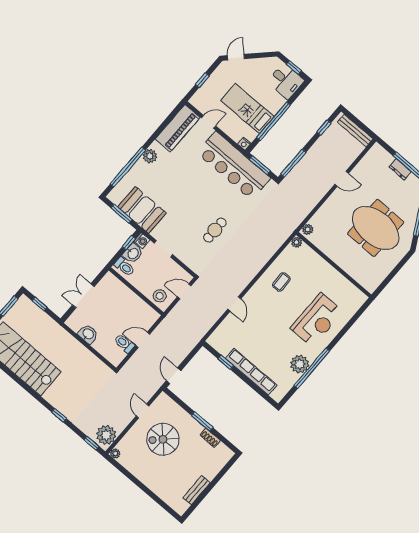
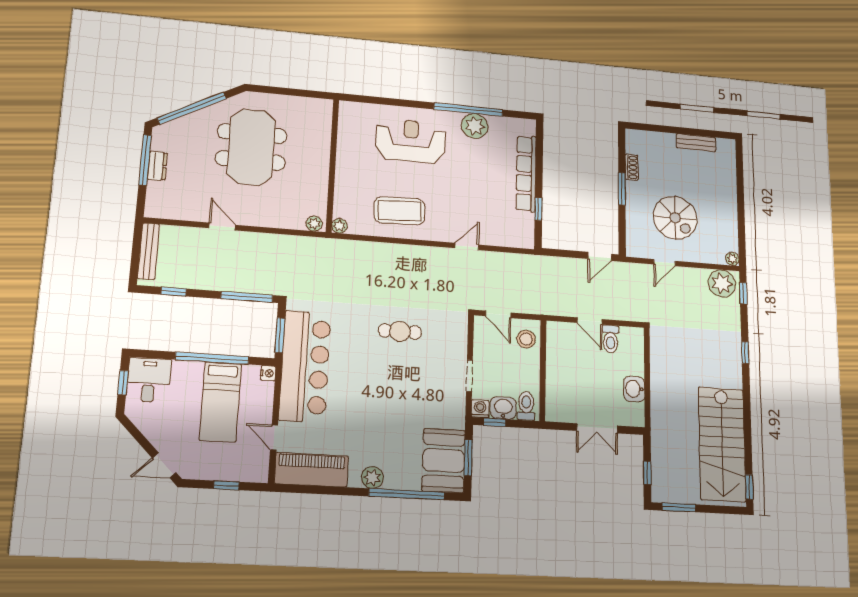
booth: (142, 210) -> (444, 461), moved
coffee table: (281, 282) -> (399, 211), width x1.86, depth x1.72

